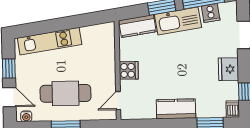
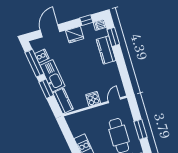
door: (118, 101) -> (114, 100), swing flipped
kitchen counter: (176, 109) -> (106, 50), moved

